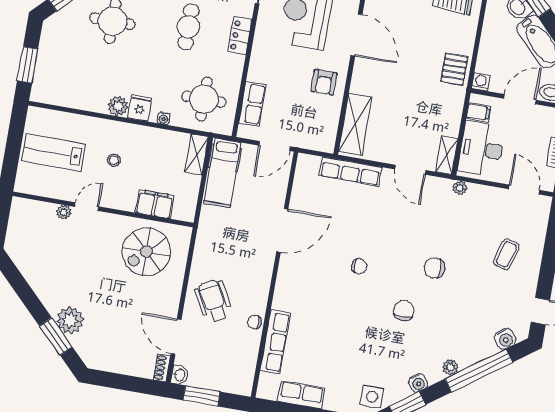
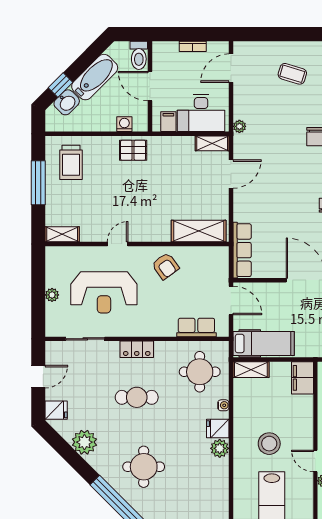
door: (356, 35) -> (118, 244), width x0.53
armchair: (324, 82) -> (165, 266), turned 54
washing machine: (481, 82) -> (124, 124), moved, turned 90
stool: (114, 160) -> (269, 444), width x1.89, depth x1.89
row of seats: (350, 172) -> (242, 250), moved
filing cabinet: (155, 204) -> (302, 378), moved

